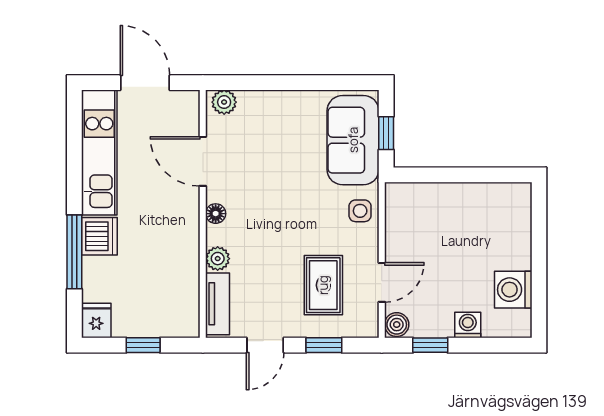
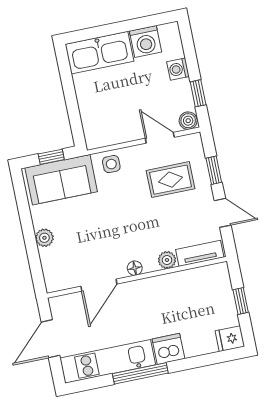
plant: (224, 102) -> (44, 238), moved
kitchen sink: (511, 225) -> (99, 53), added
window: (74, 252) -> (140, 373), moved

